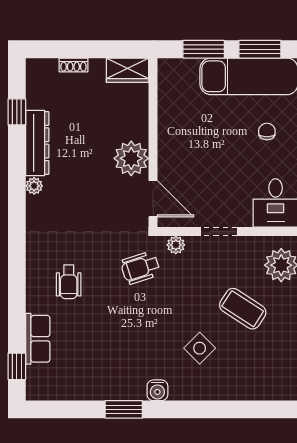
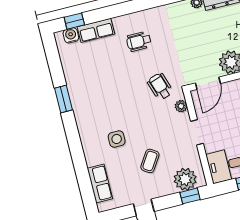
coffee table: (243, 309) -> (150, 161), width x0.73, depth x0.77
side table: (200, 348) -> (117, 139), turned 45
row of seats: (257, 388) -> (100, 183), added
water cooler: (157, 390) -> (71, 35), moved, turned 90

